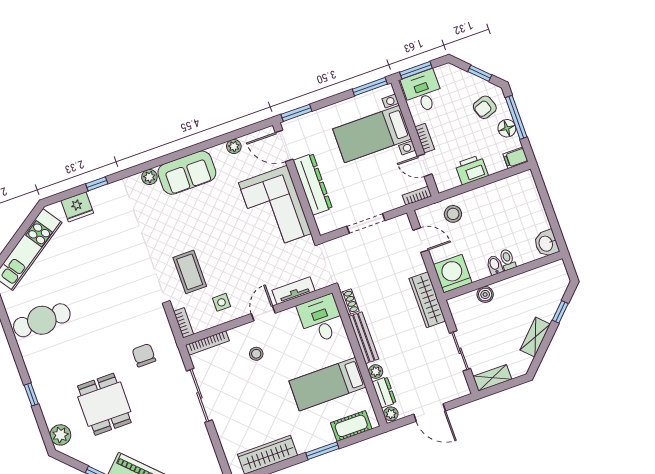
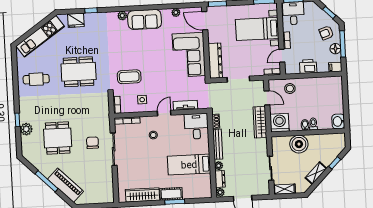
door: (425, 165) -> (282, 56), hinge flipped
dresser: (313, 184) -> (215, 61), moved
coffee table: (190, 272) -> (129, 77), turned 90
dining table: (106, 288) -> (79, 72), added
boiler: (485, 294) -> (299, 144), width x1.86, depth x1.86
wardrobe: (427, 300) -> (260, 122), moved
cafe table: (42, 320) -> (36, 79), width x0.73, depth x0.74
chair: (144, 355) -> (92, 143), moved
cot: (351, 426) -> (171, 194), moved
plant: (60, 435) -> (26, 129), moved

